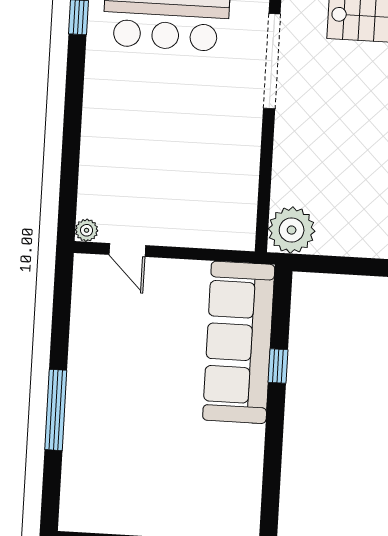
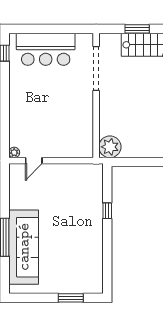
door: (127, 250) -> (34, 161), hinge flipped
sofa: (239, 342) -> (24, 247), moved, turned 180

